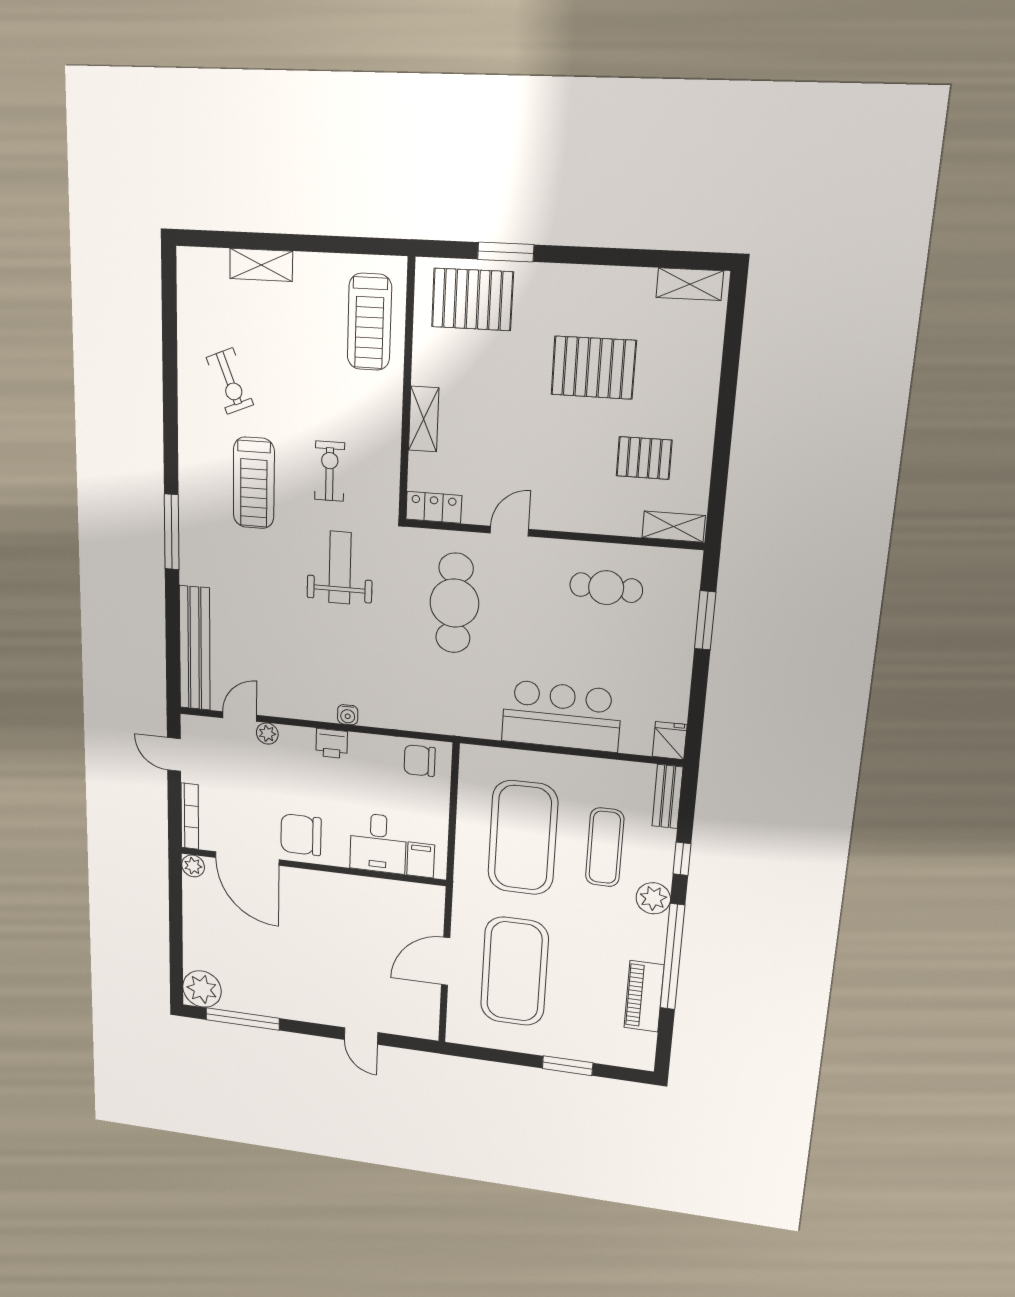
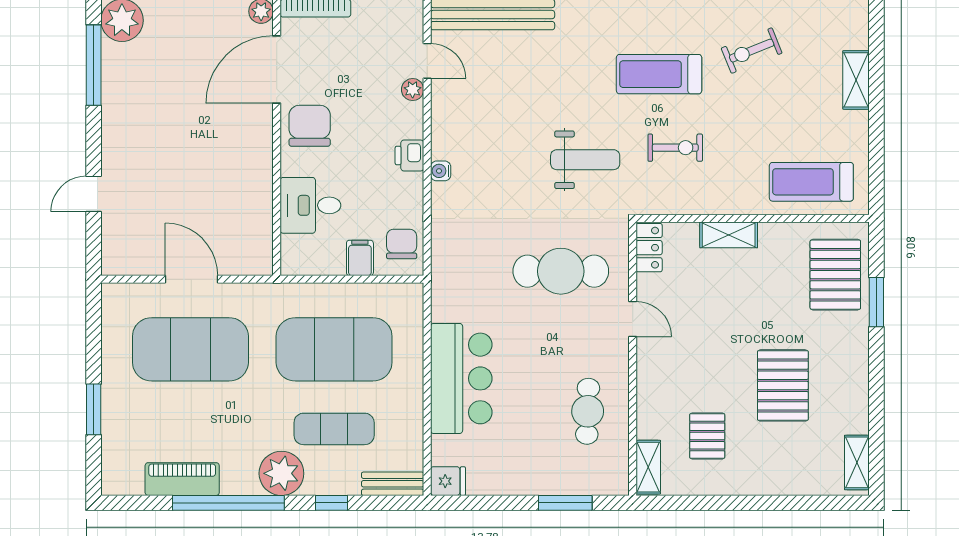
filing cabinet: (421, 860) -> (360, 258), moved, turned -90
plant: (653, 898) -> (281, 473), width x1.36, depth x1.36

